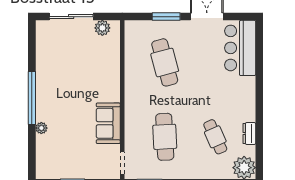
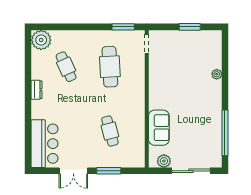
cafe table: (165, 62) -> (110, 131), width x0.73, depth x0.74
window: (32, 98) -> (225, 133), moved
sofa: (108, 123) -> (159, 128), moved
dresser: (249, 134) -> (37, 90), moved

